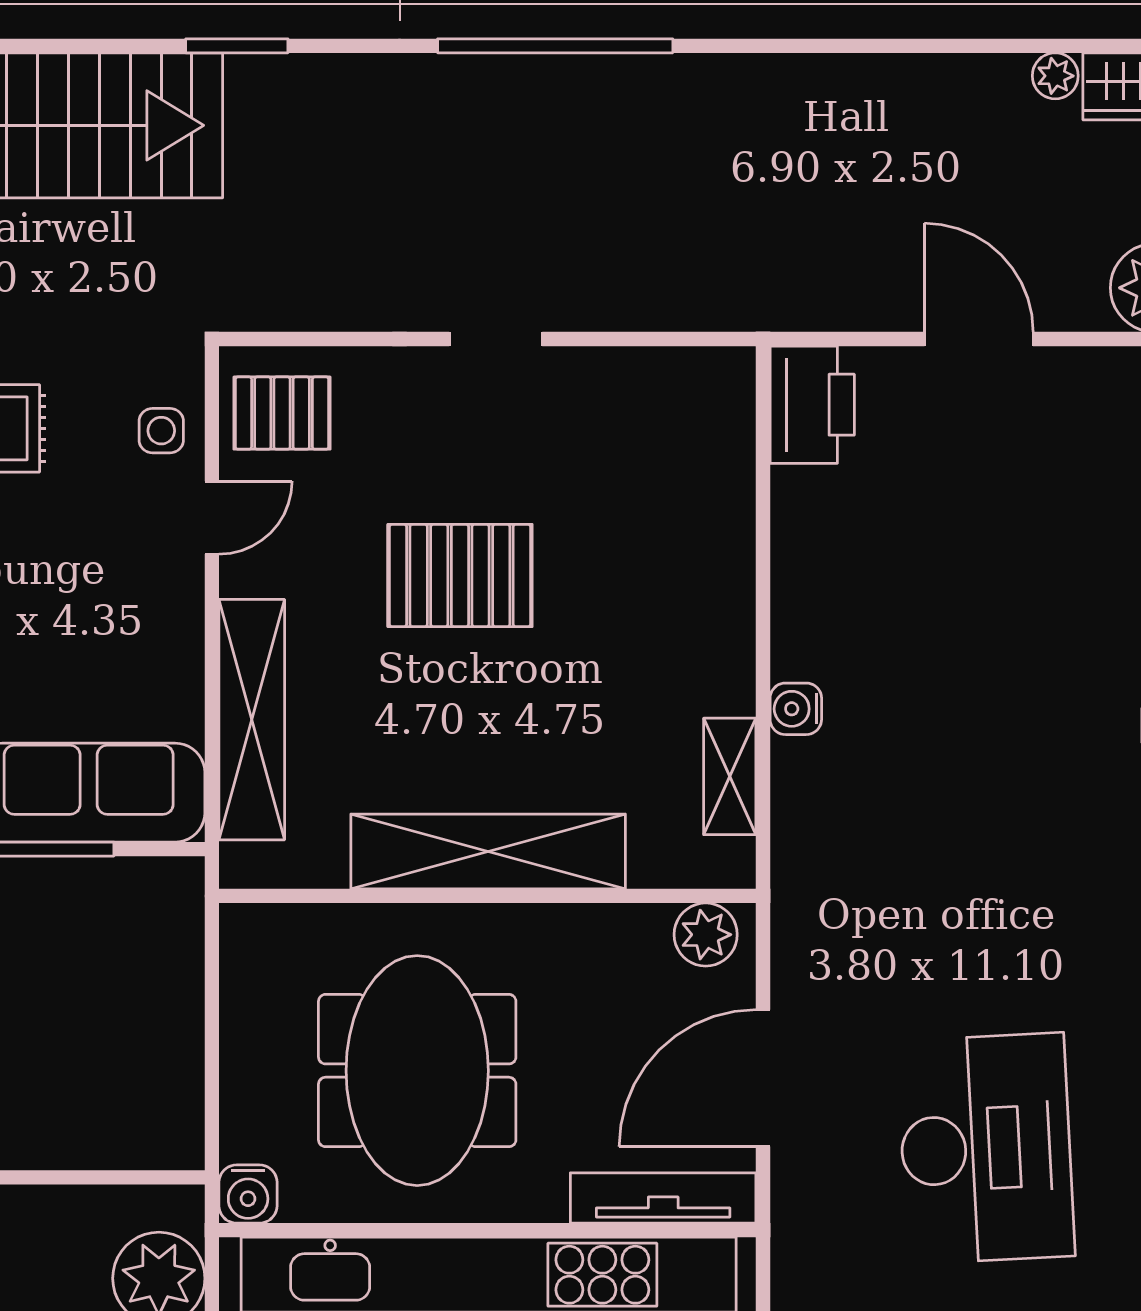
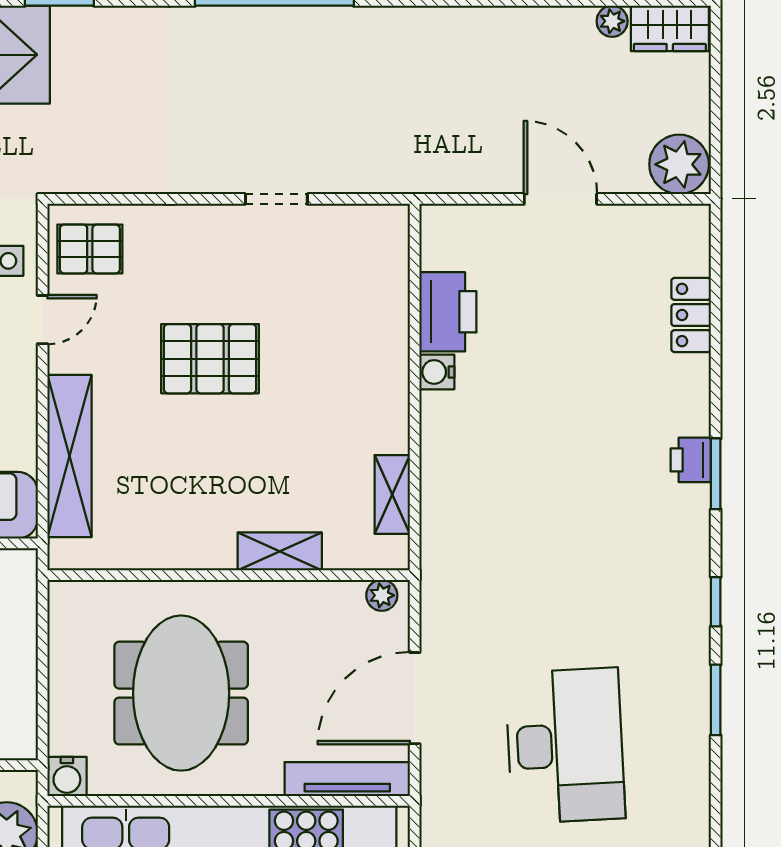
doorway: (496, 339) -> (276, 199), moved
printer: (812, 405) -> (448, 312), moved
water cooler: (796, 709) -> (437, 372), moved
shelving: (488, 851) -> (280, 551), width x0.45, depth x0.75
plant: (706, 935) -> (382, 595), width x0.73, depth x0.73

